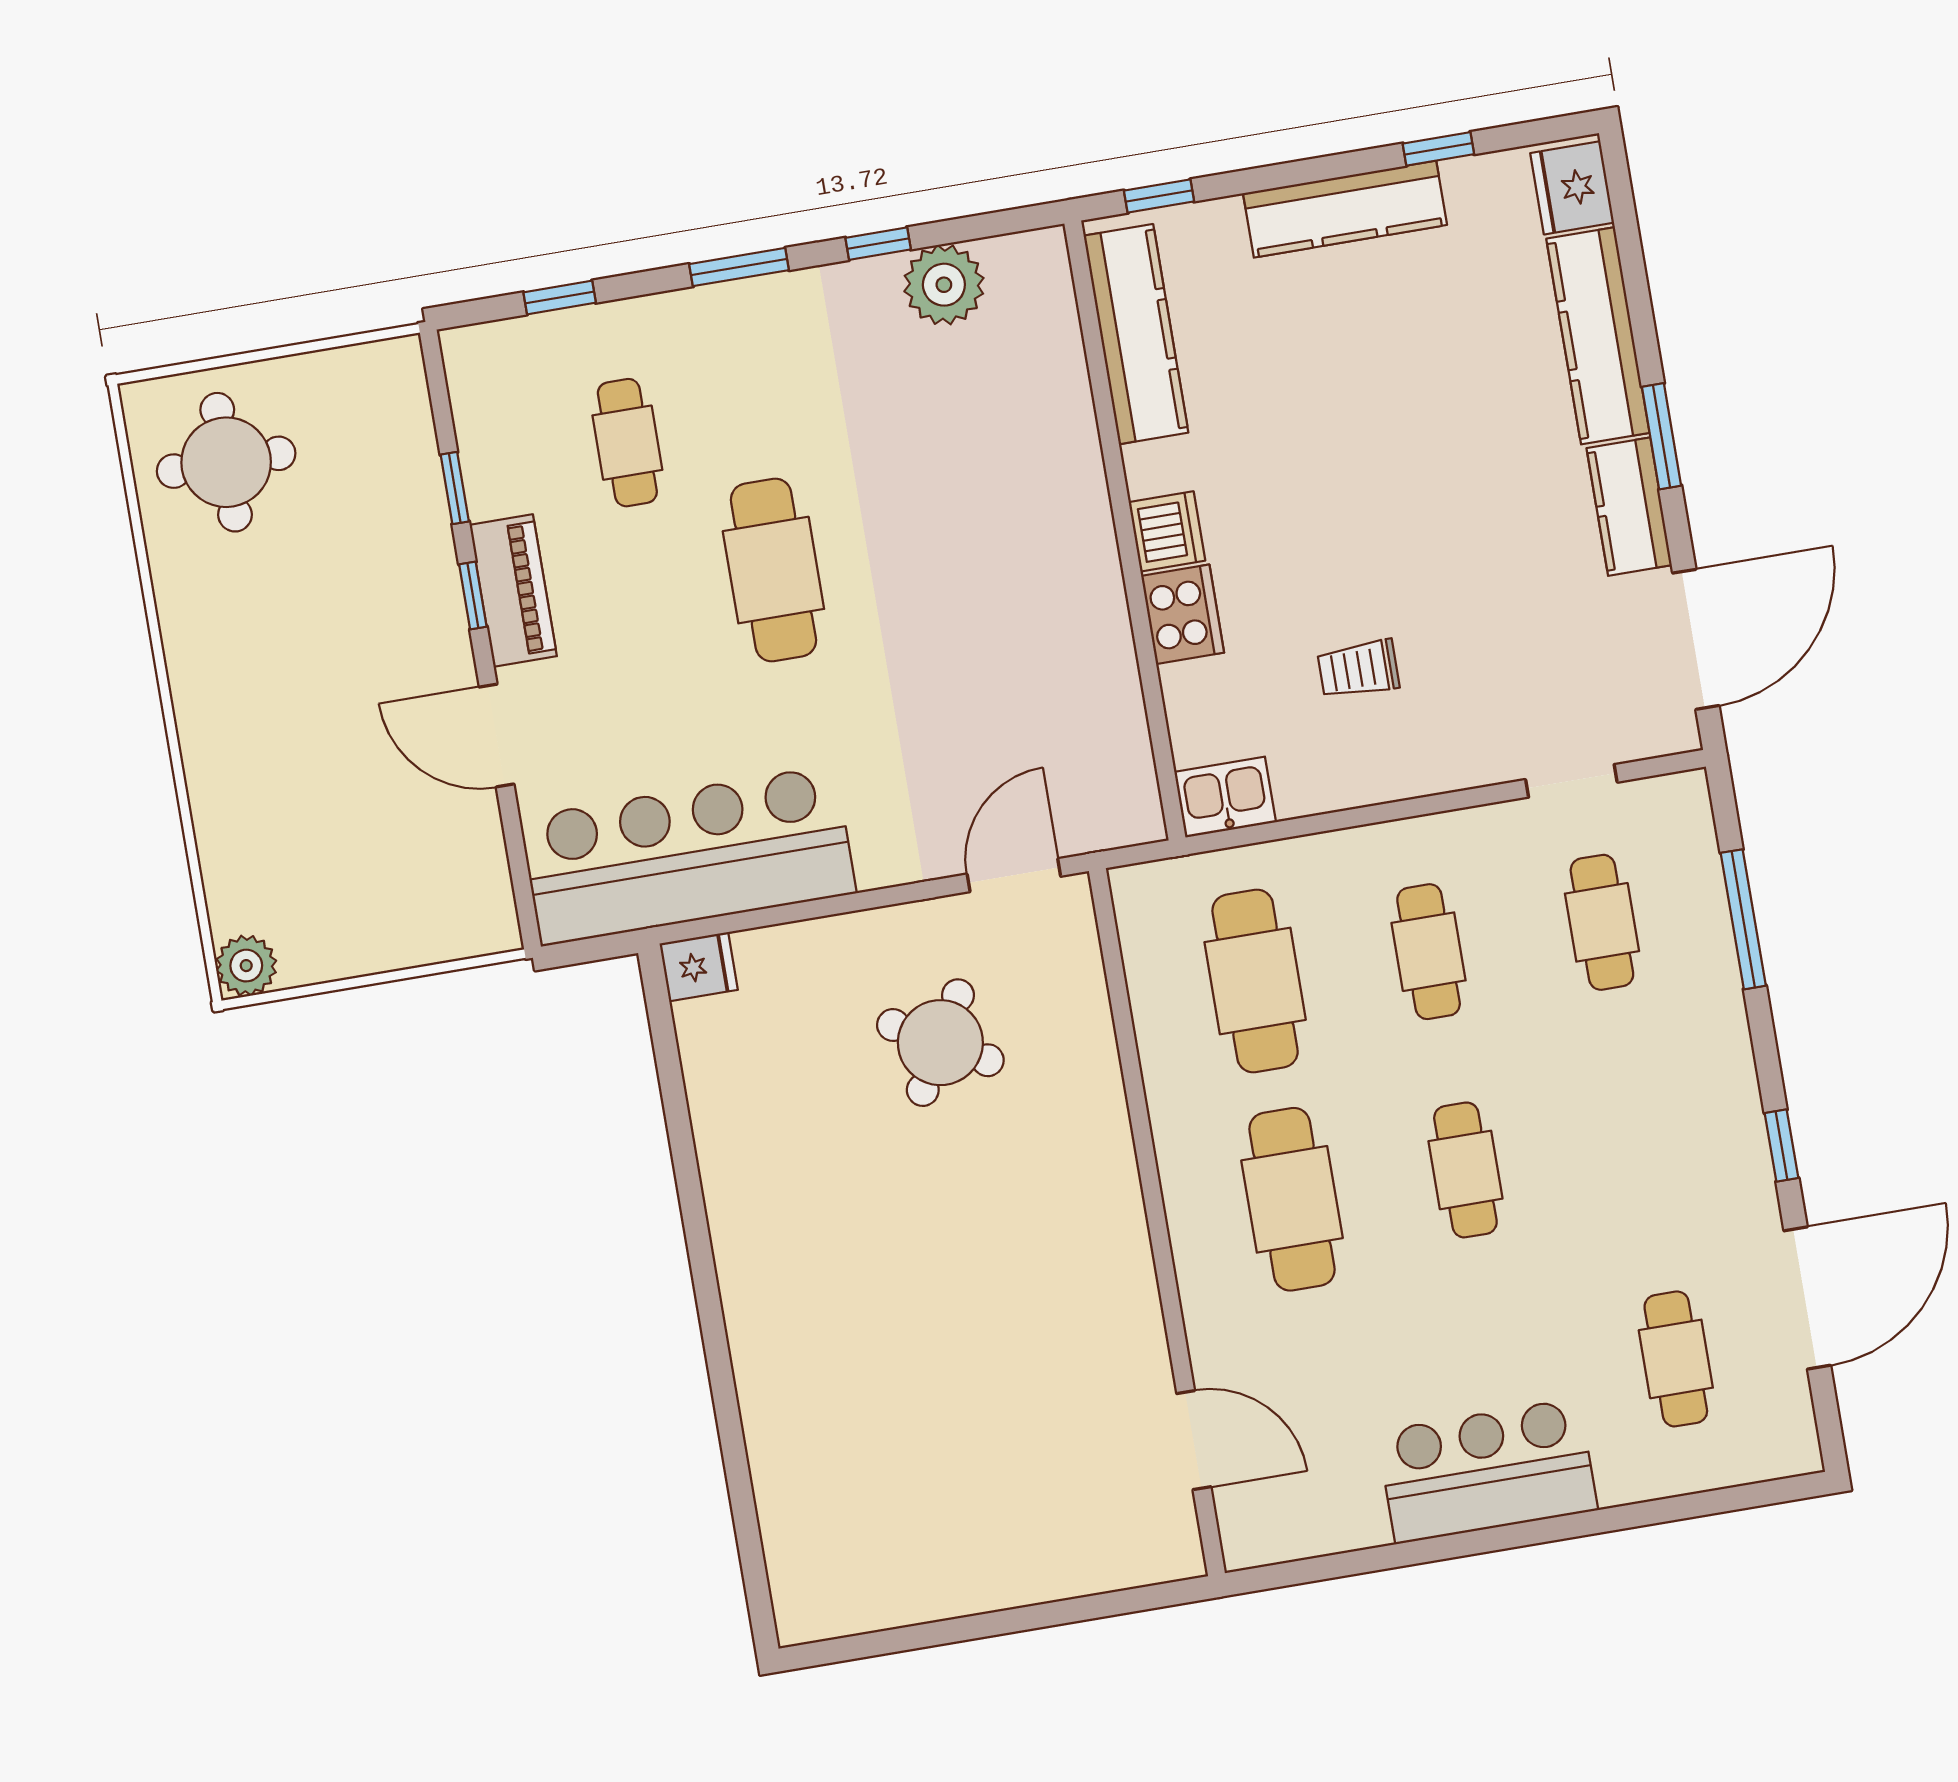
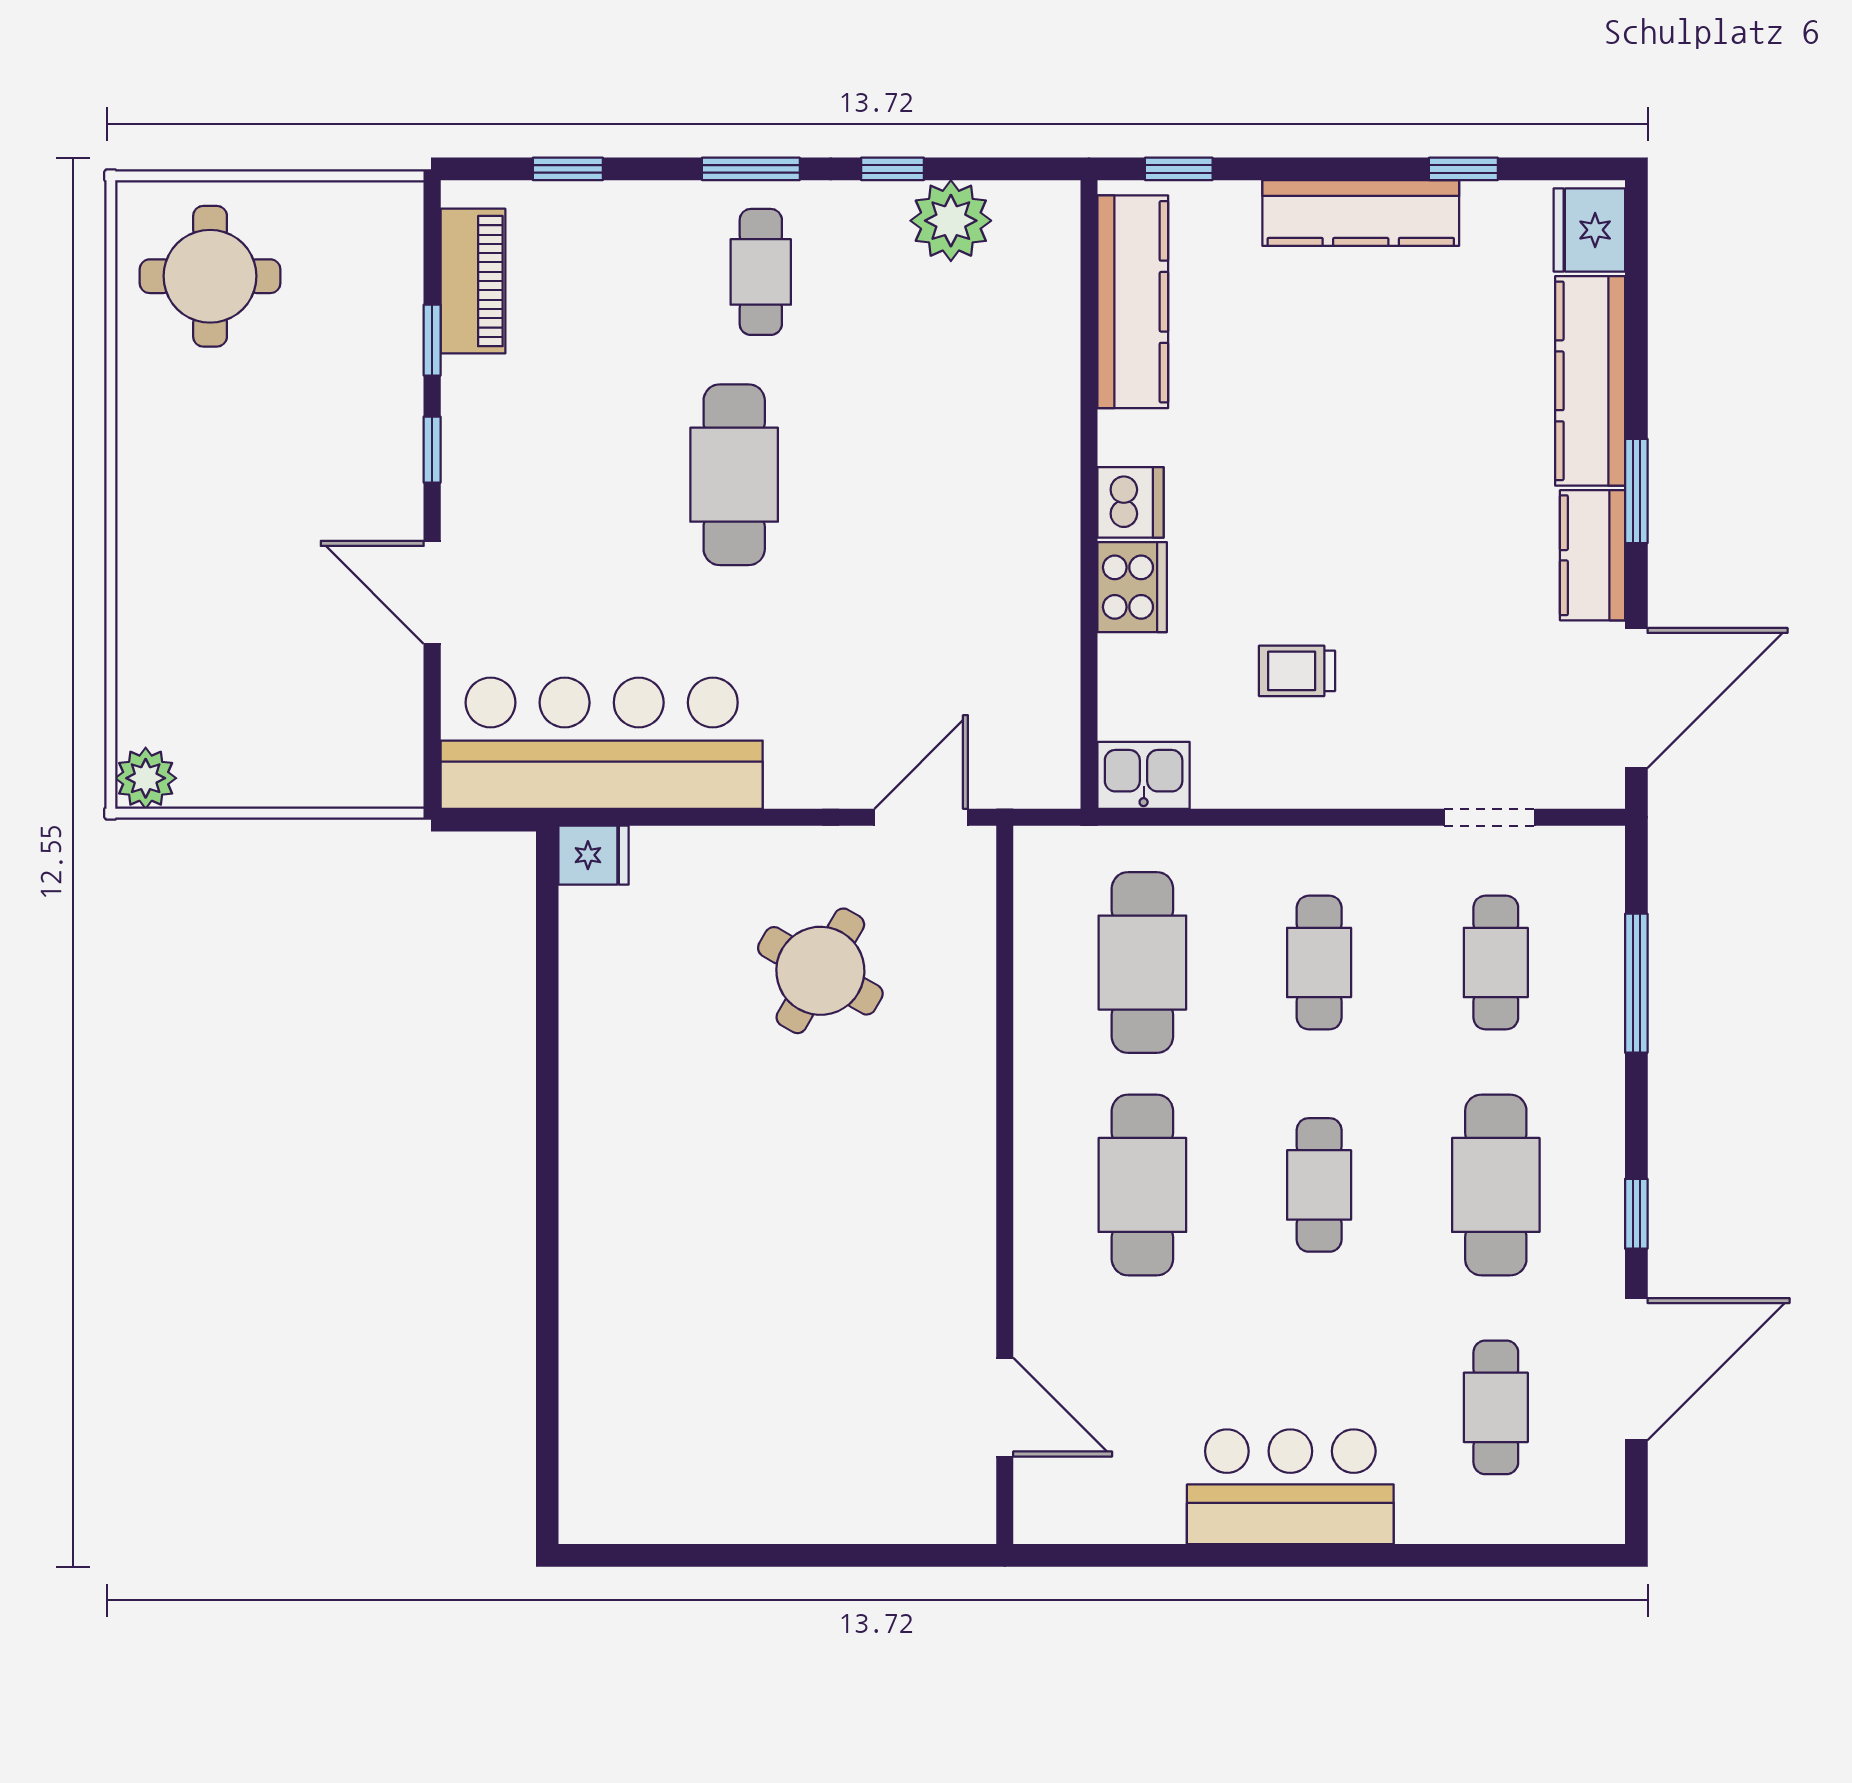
cafe table: (627, 443) -> (761, 272), moved
piano: (513, 591) -> (473, 281), moved
cafe table: (1639, 1141) -> (1496, 1185), added

